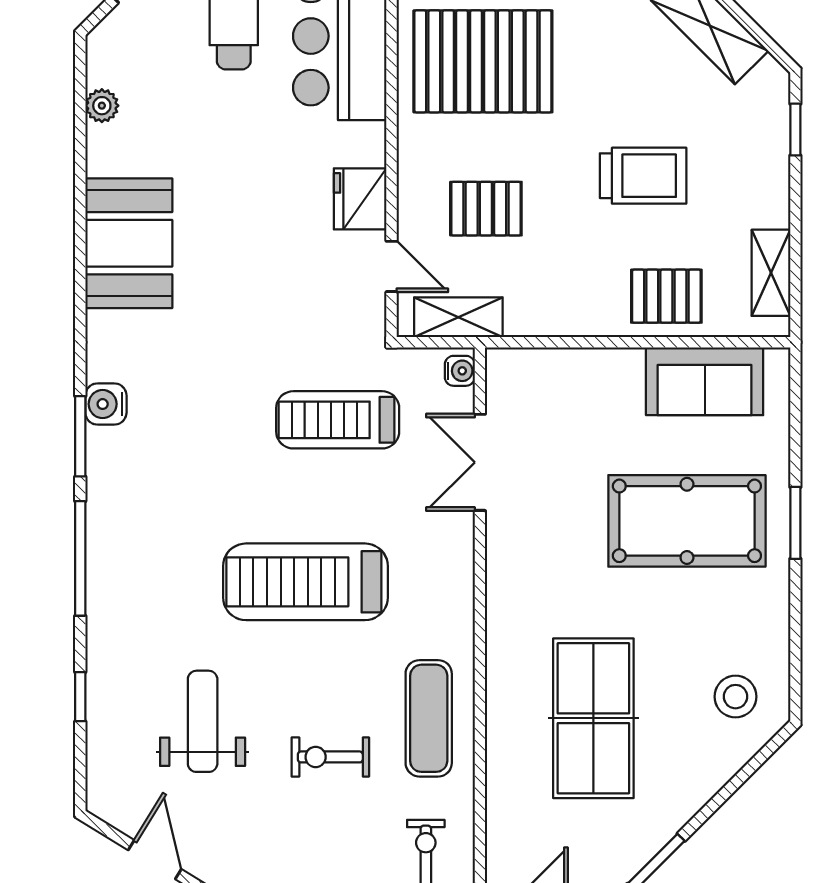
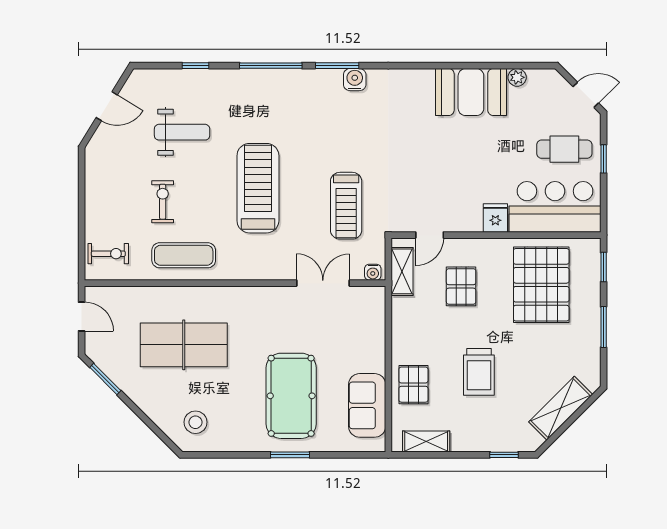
fridge: (360, 199) -> (495, 218), moved, width x0.72
booth: (129, 243) -> (471, 92), moved
treadmill: (338, 420) -> (346, 206), turned 180

